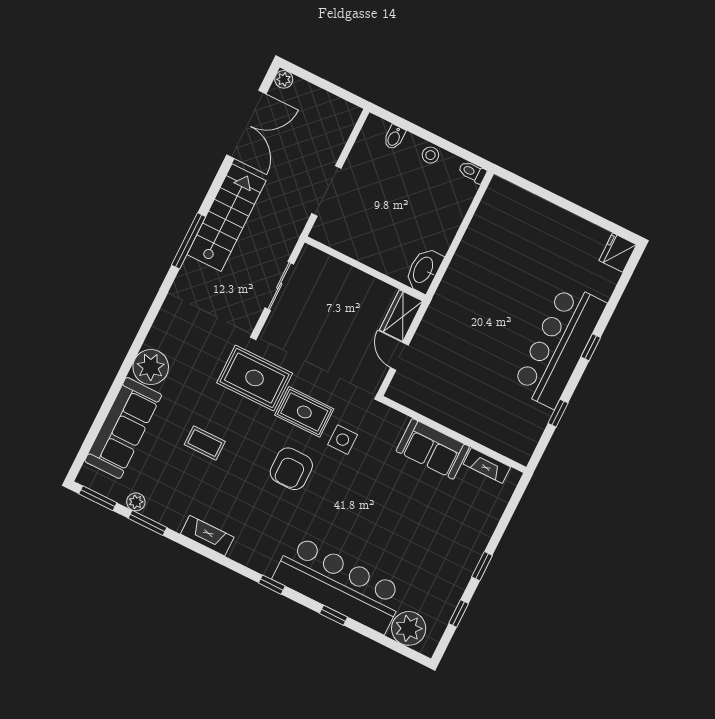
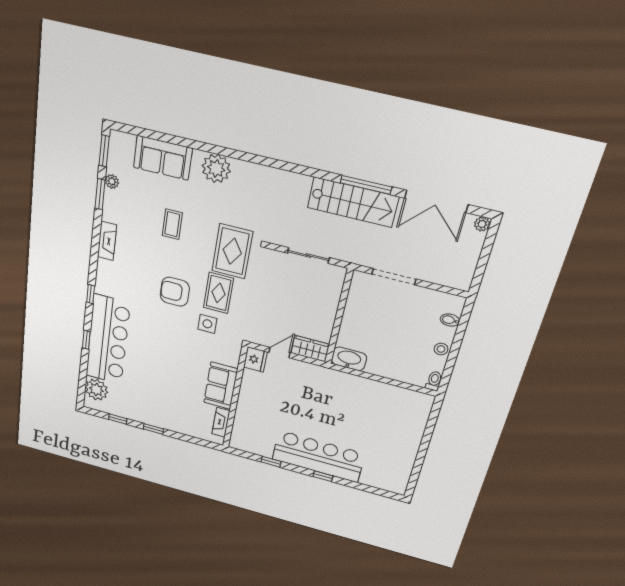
window: (189, 241) -> (366, 185), moved
fridge: (618, 253) -> (255, 359), moved, turned 90
sofa: (123, 428) -> (163, 158), width x0.73

